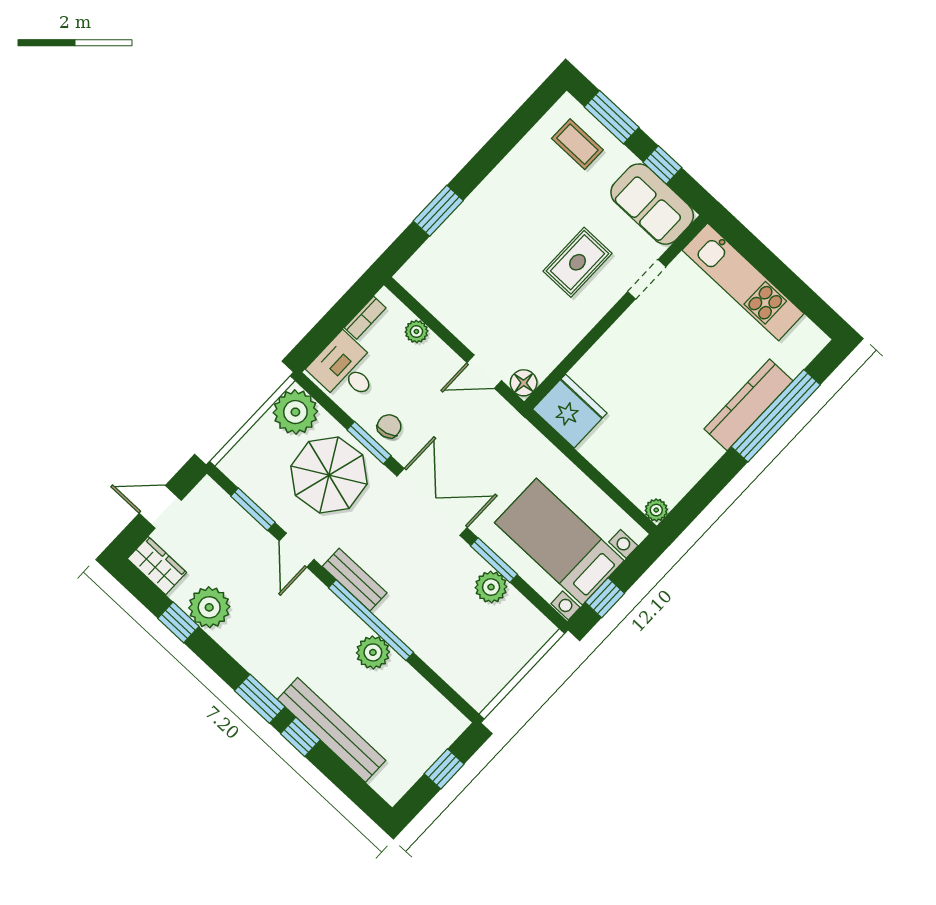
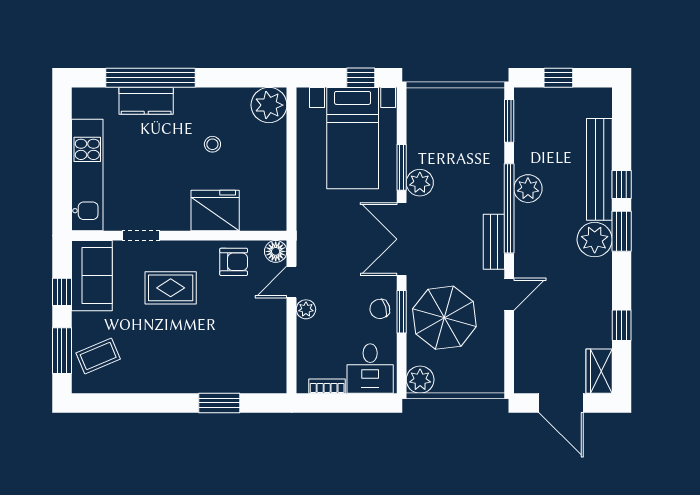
coffee table: (577, 144) -> (98, 356), turned 67
plant: (416, 331) -> (306, 309), moved
armchair: (549, 338) -> (234, 262), added
door: (484, 372) -> (292, 282), swing flipped
kitchen counter: (748, 405) -> (146, 101), width x0.67
fridge: (570, 411) -> (215, 210), moved, turned 90
plant: (295, 412) -> (420, 380), width x0.73, depth x0.73
stool: (668, 415) -> (212, 144), added
door: (160, 507) -> (561, 403), width x1.38
window: (253, 509) -> (509, 121), moved
plant: (656, 510) -> (269, 105), width x1.88, depth x1.88
plant: (491, 587) -> (420, 183), moved
plant: (209, 607) -> (595, 240), moved

